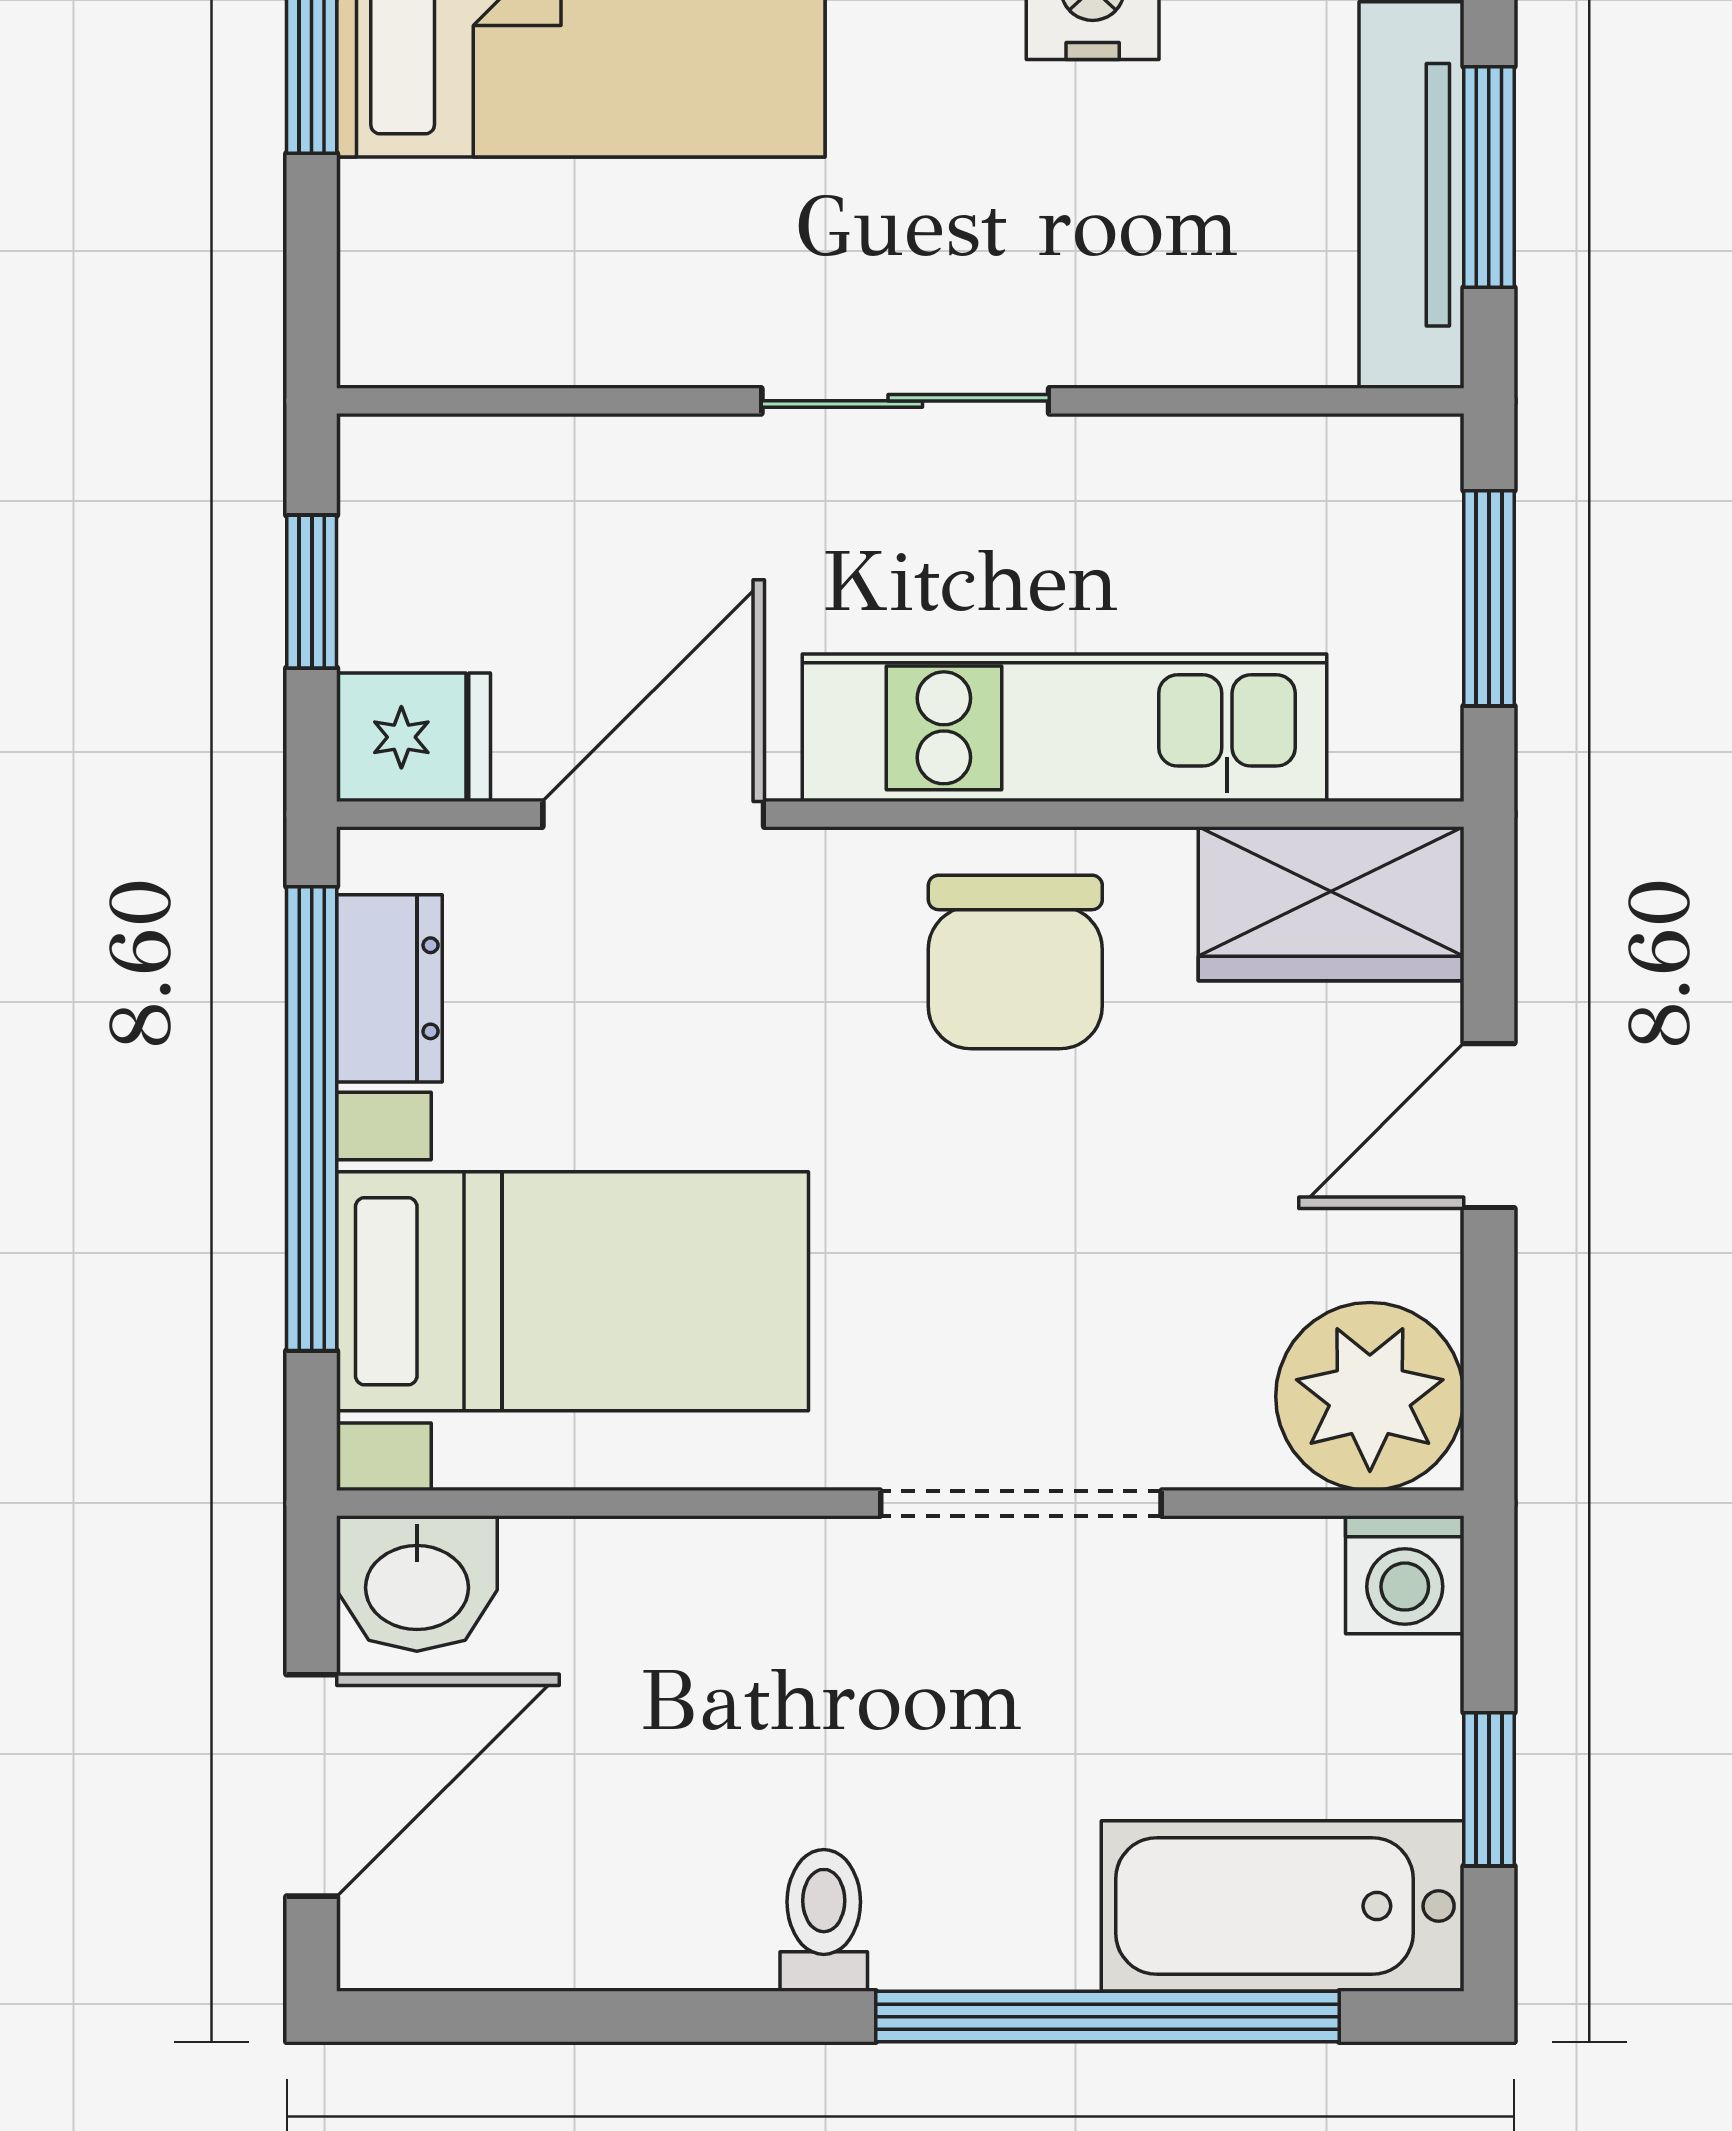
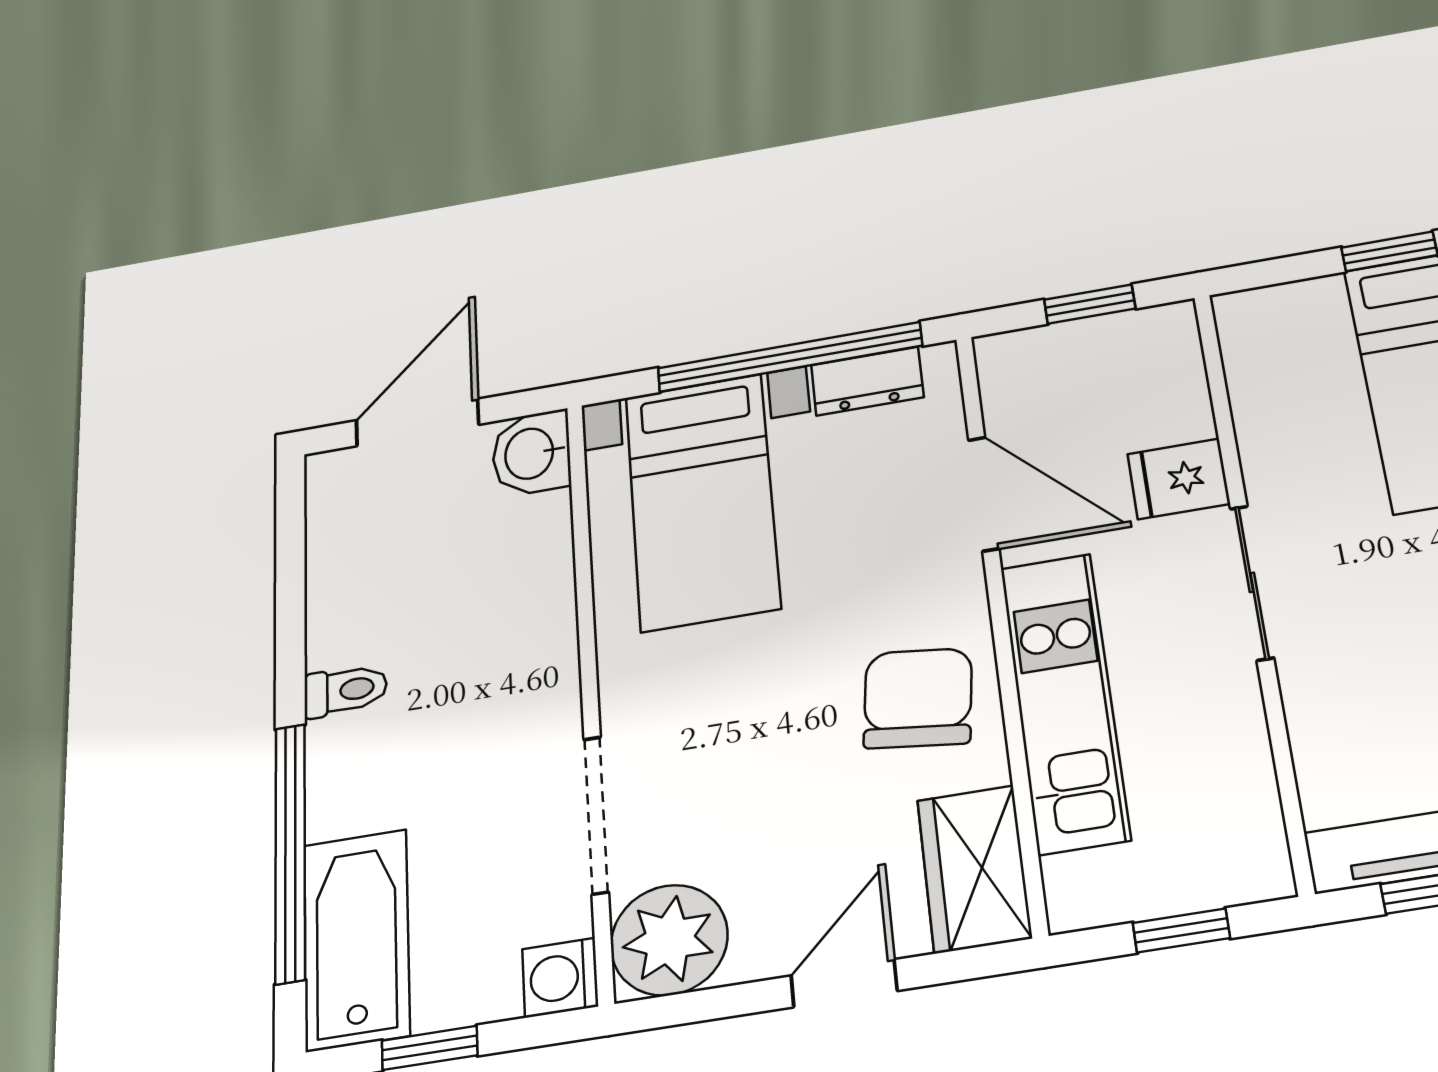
window: (1489, 598) -> (1181, 930), width x0.67
fridge: (414, 737) -> (1179, 479), moved, turned 90
chair: (1015, 962) -> (918, 698), turned 97
door: (1489, 1126) -> (844, 983), hinge flipped
doorway: (1021, 1503) -> (596, 815), moved
door: (312, 1785) -> (417, 422), swing flipped

